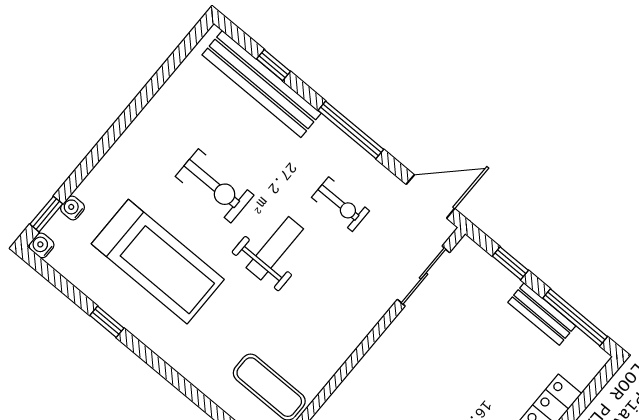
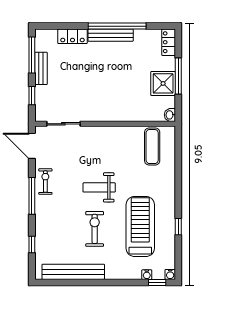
bench: (262, 84) -> (73, 272), moved, turned 90
exercise bike: (341, 204) -> (45, 182), moved

